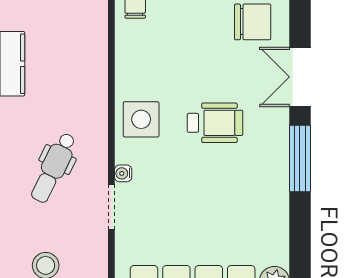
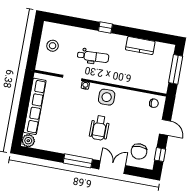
dental chair: (54, 168) -> (93, 57), turned 151

